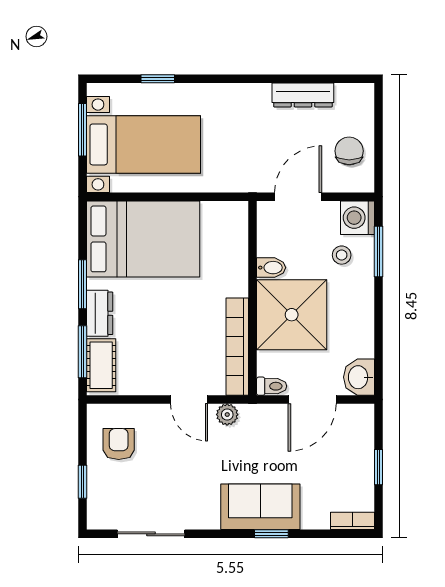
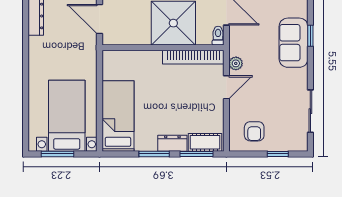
window: (158, 79) -> (26, 107), removed
bed: (143, 239) -> (118, 116), width x0.67
bidet: (271, 268) -> (144, 36), removed
armchair: (119, 444) -> (254, 131), turned -90

